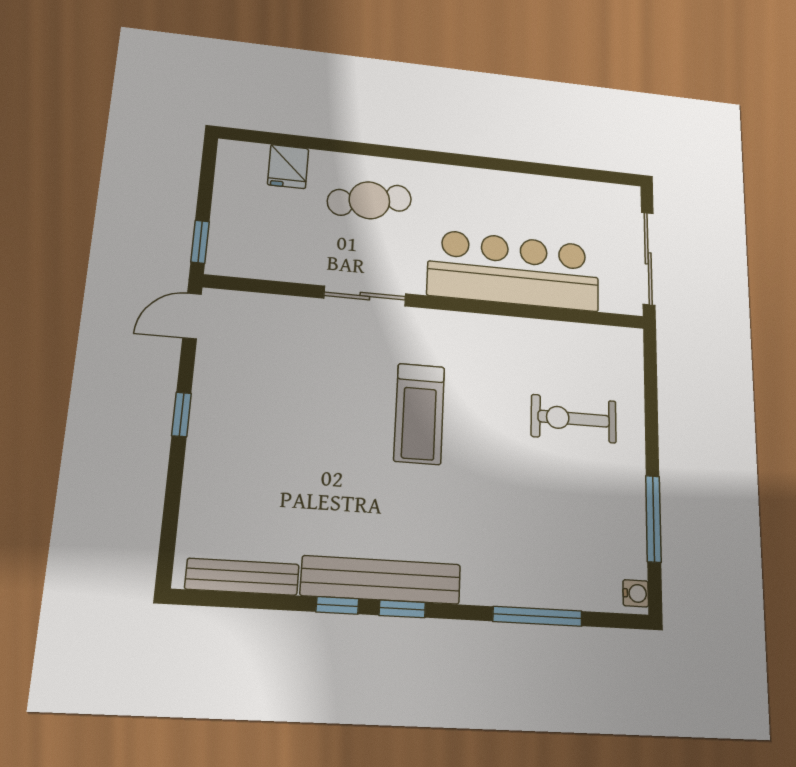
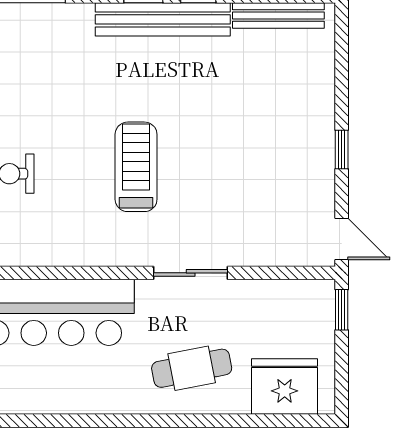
fridge: (288, 167) -> (285, 386), width x1.88, depth x1.34
door: (192, 316) -> (342, 239), hinge flipped

